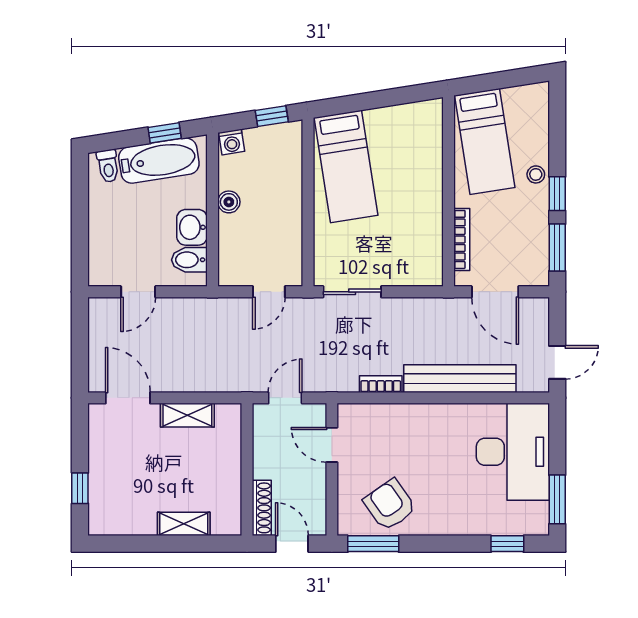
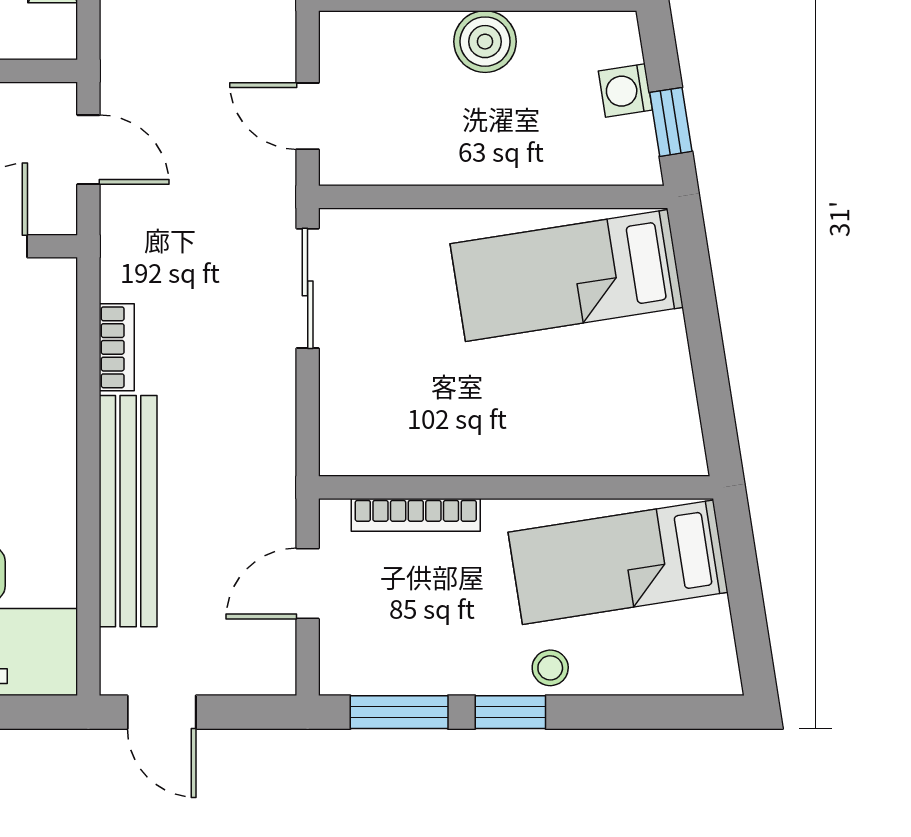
washing machine: (232, 142) -> (625, 91), moved
boiler: (229, 202) -> (485, 42), width x1.36, depth x1.36
door: (495, 292) -> (308, 584), width x0.73

